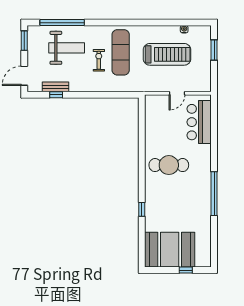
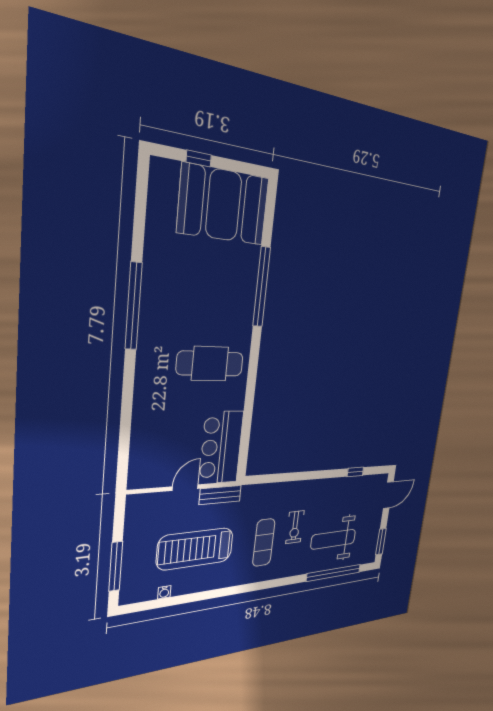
window: (214, 50) -> (116, 566), width x1.44
exercise mat: (121, 52) -> (264, 542), width x0.73, depth x0.69
bench: (56, 87) -> (220, 495), moved
bar counter: (199, 122) -> (221, 447), moved, turned 180
window: (142, 209) -> (262, 287), width x3.17

